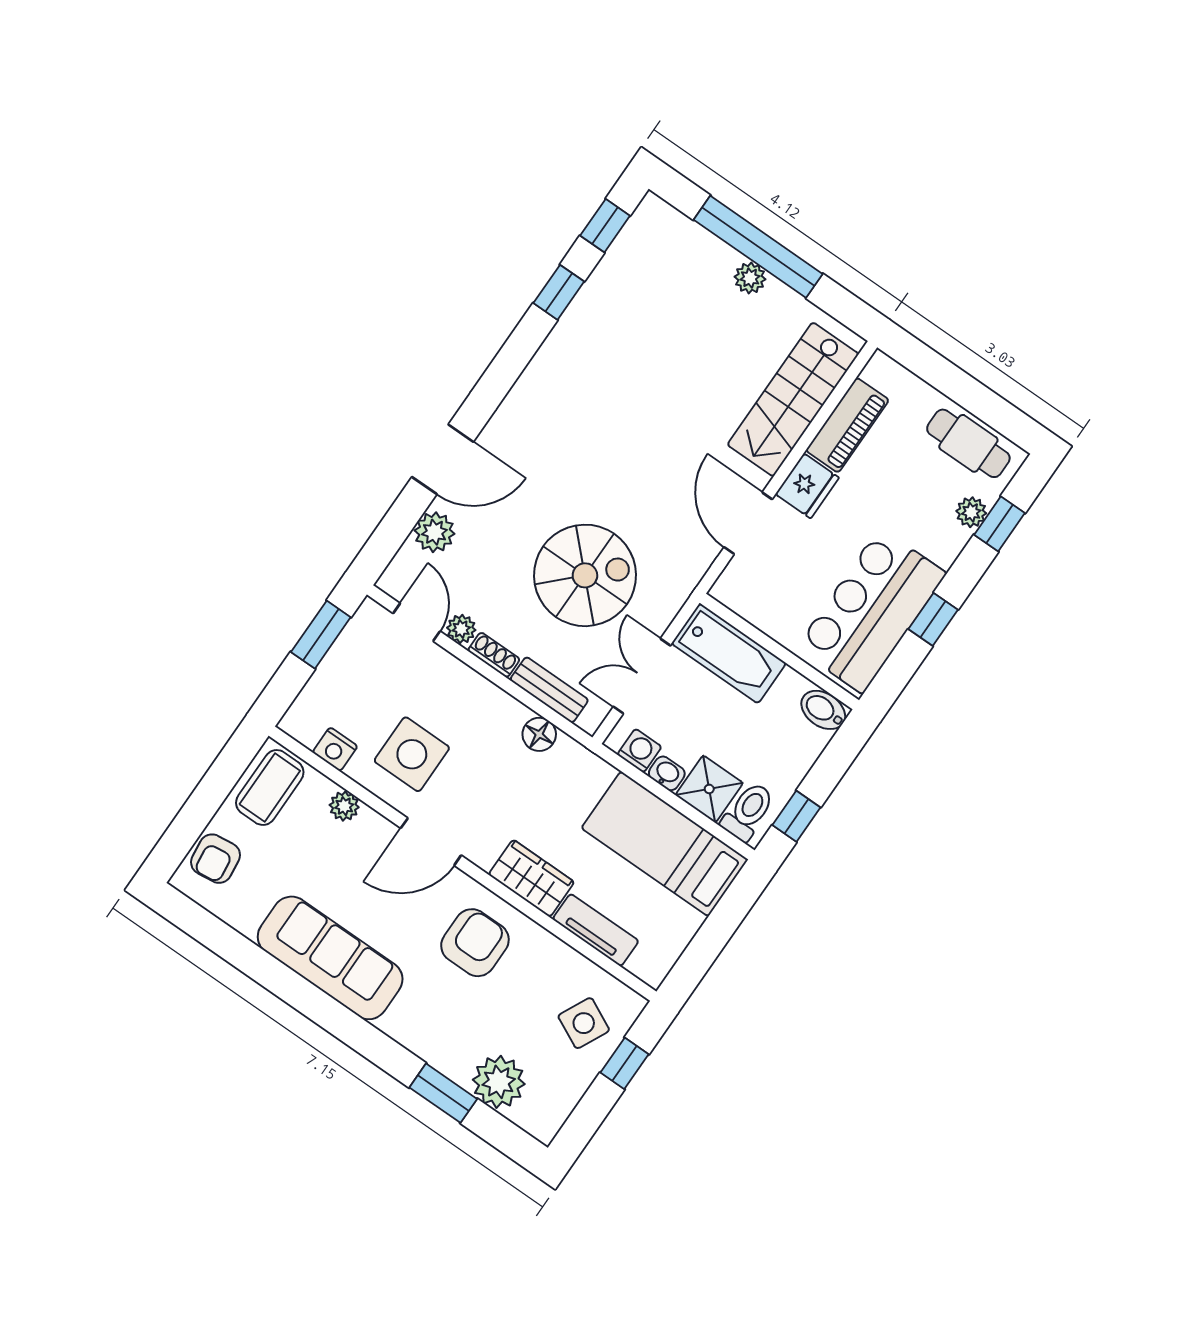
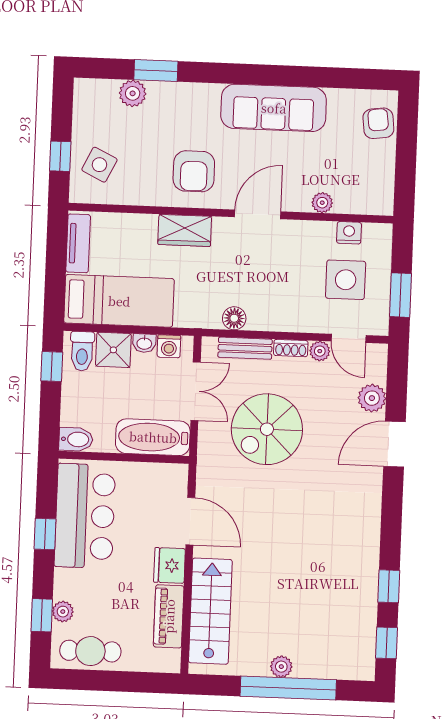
side table: (412, 754) -> (346, 280), moved
coffee table: (270, 787) -> (373, 186), removed
tv unit: (596, 930) -> (78, 243), moved, turned -90
plant: (499, 1082) -> (133, 93), width x0.73, depth x0.73

